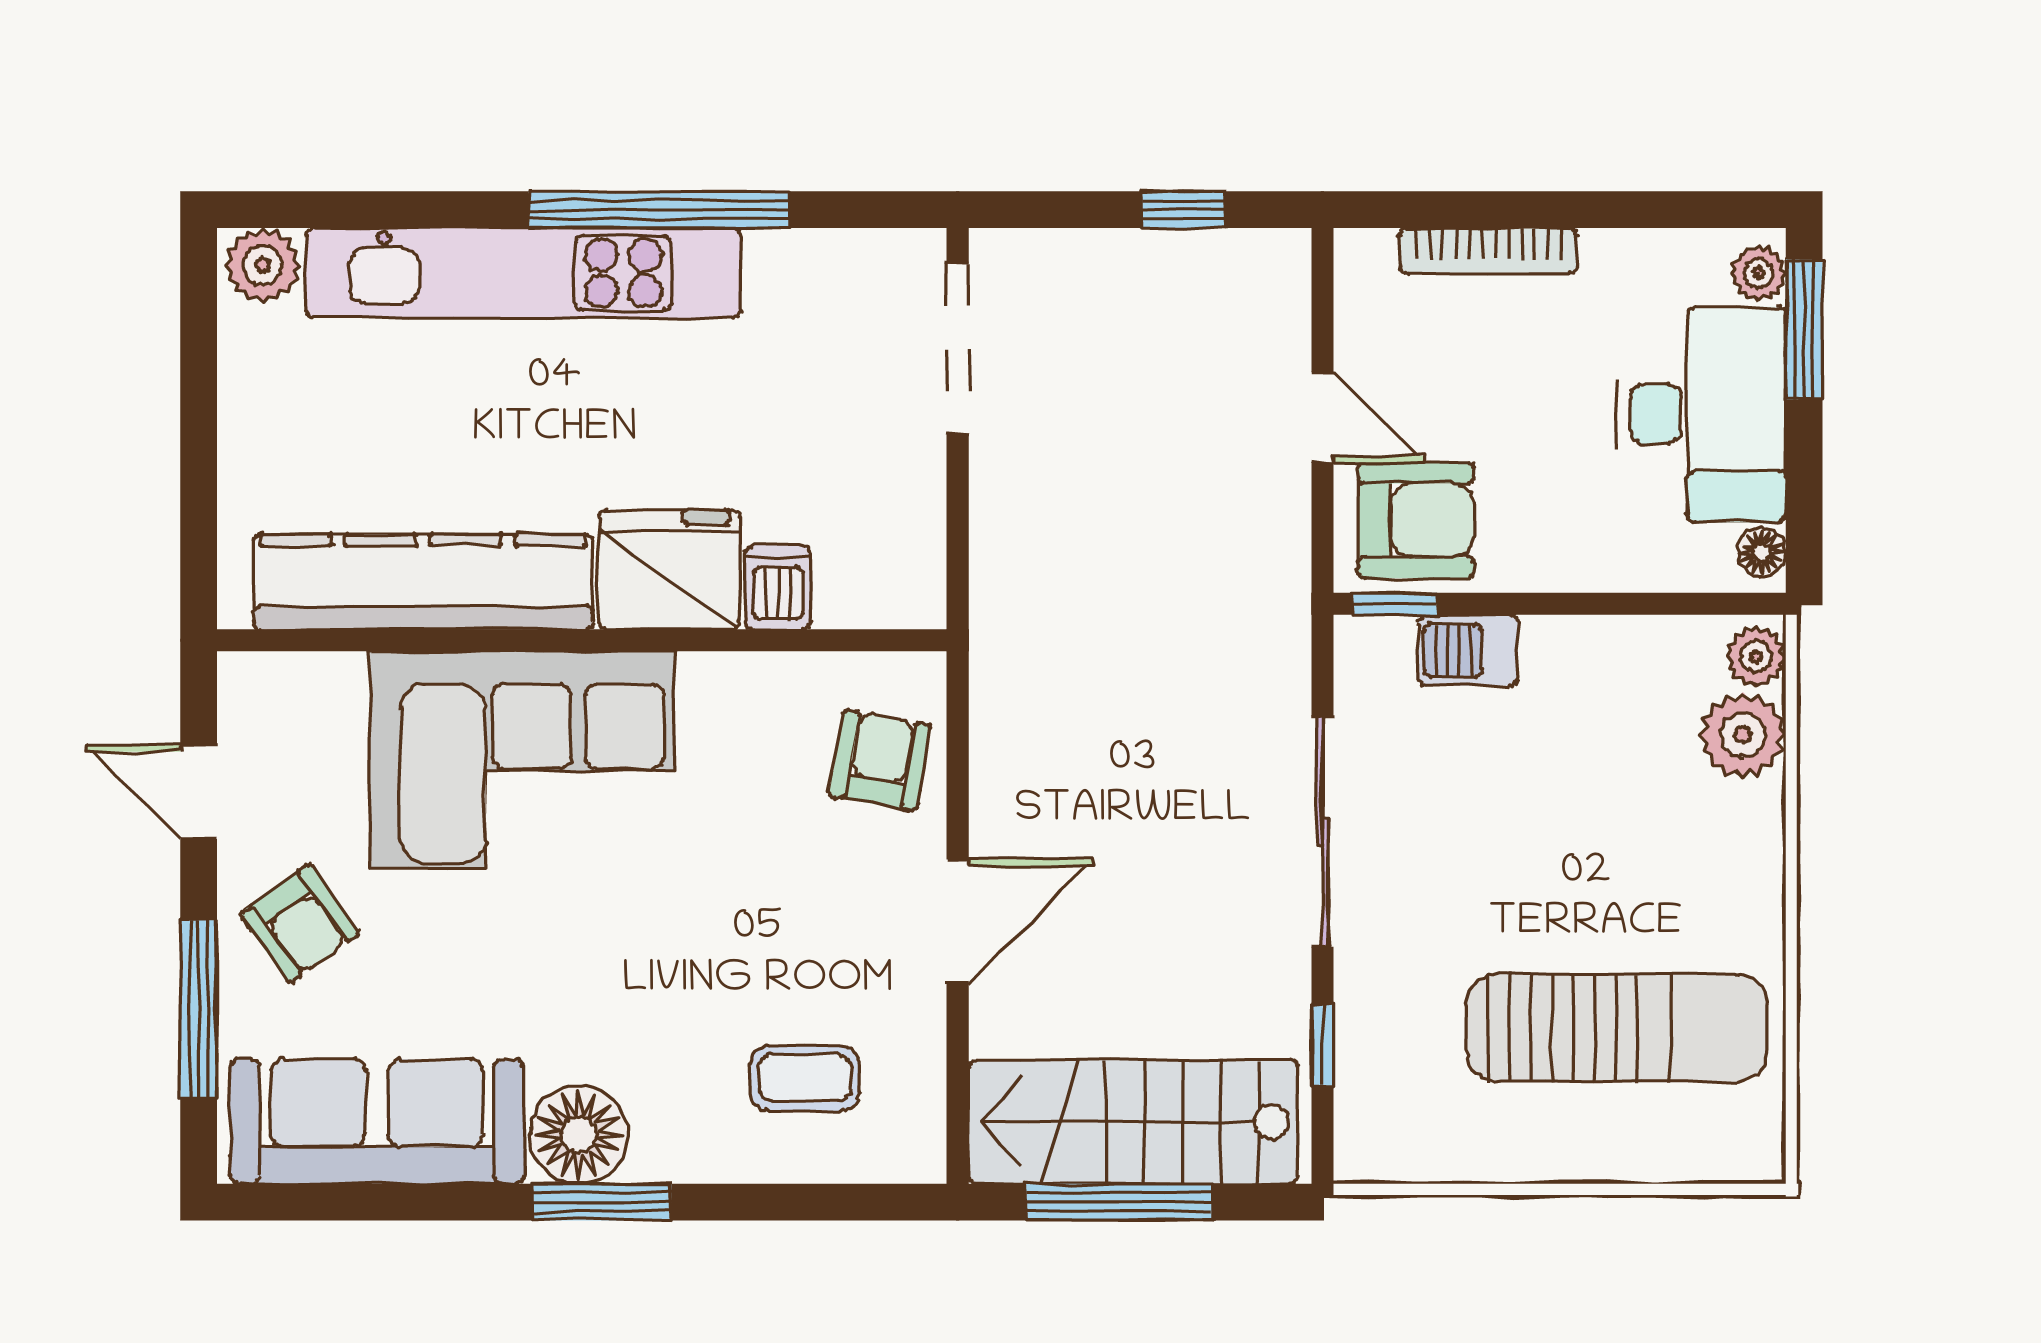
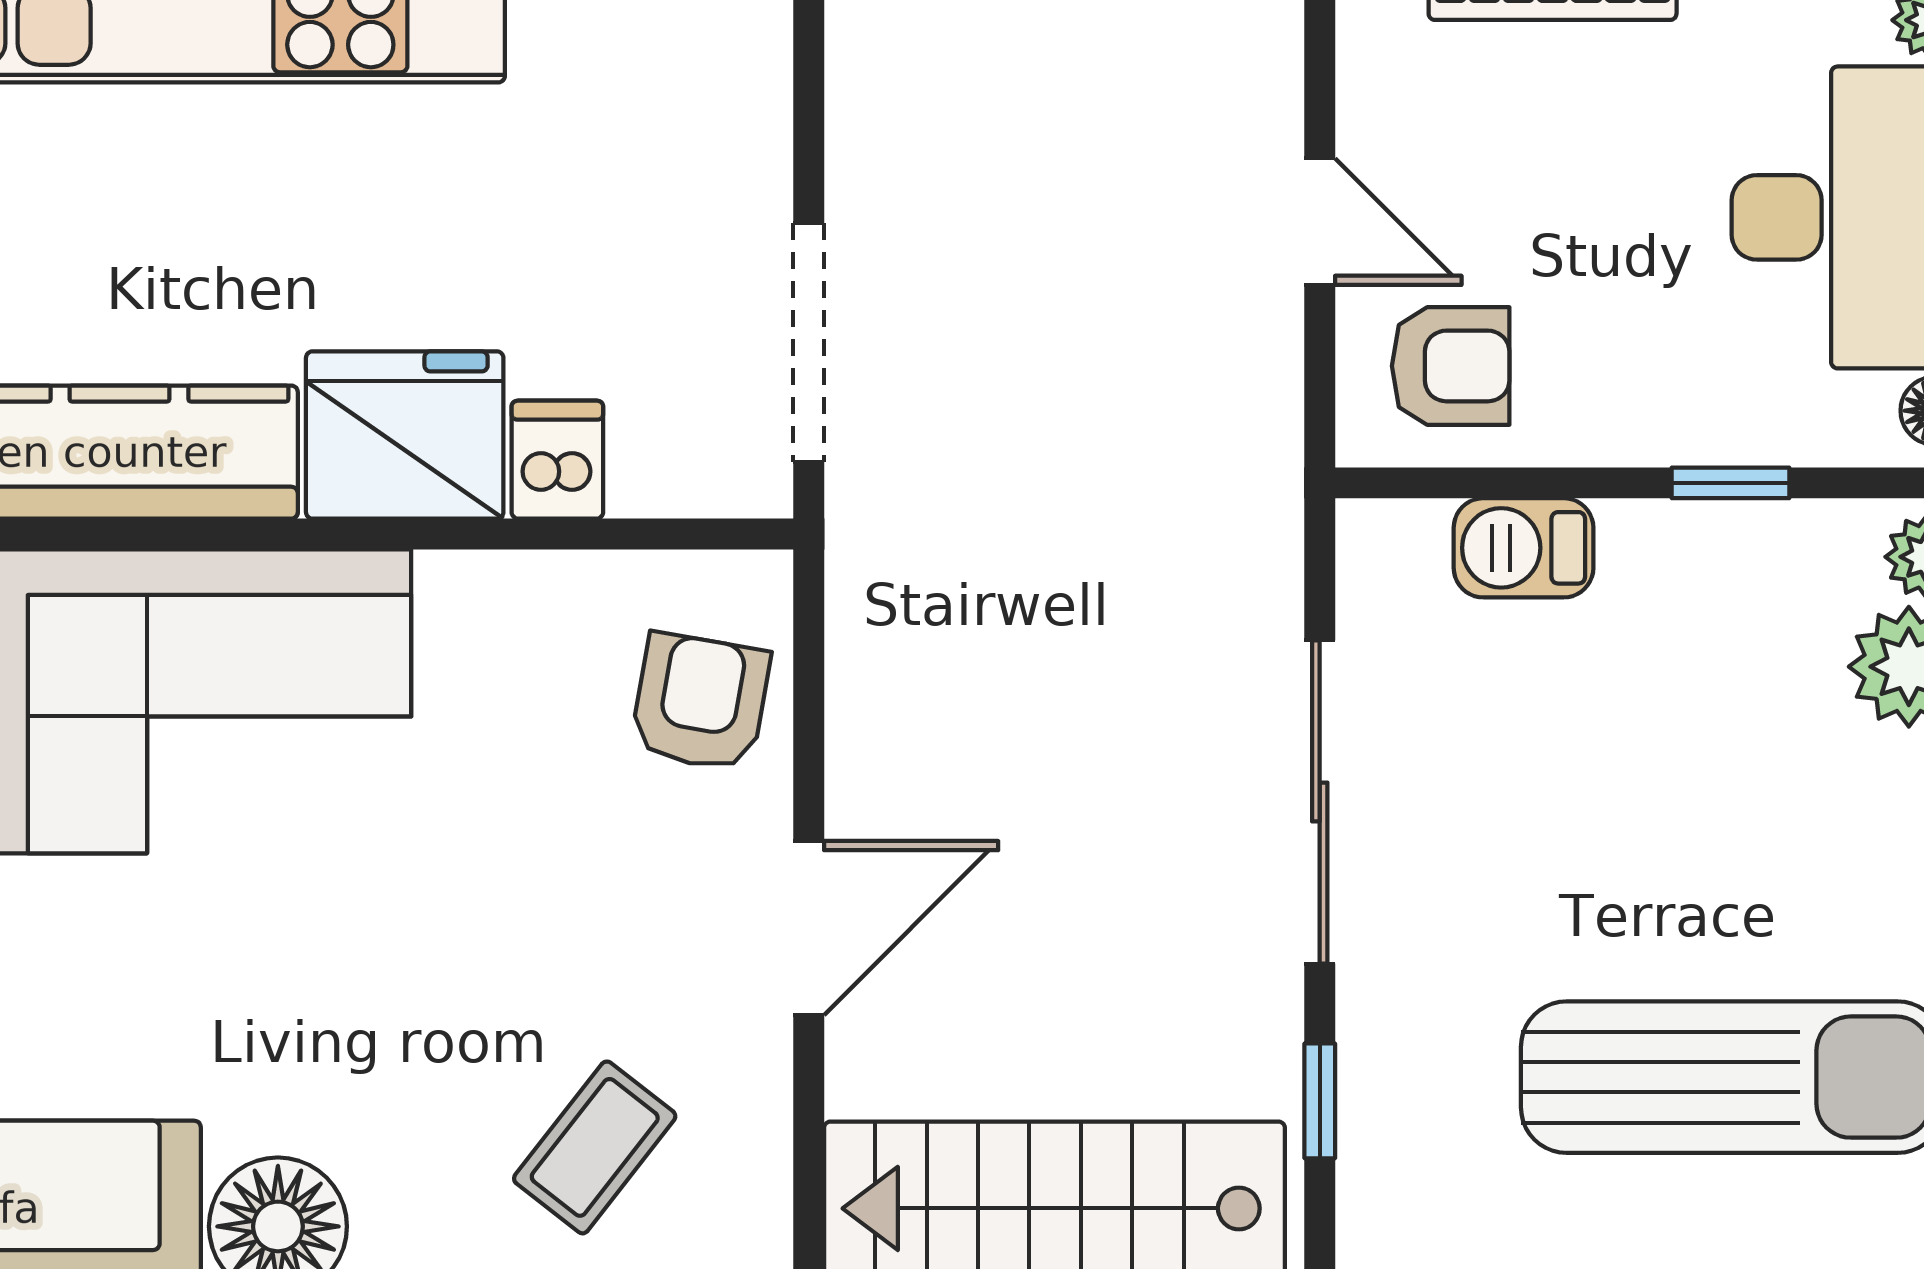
doorway: (958, 349) -> (809, 343), moved
armchair: (1416, 520) -> (1451, 366), width x0.72, depth x0.72
window: (1395, 604) -> (1730, 483), moved
coffee table: (805, 1078) -> (595, 1147), turned -52

